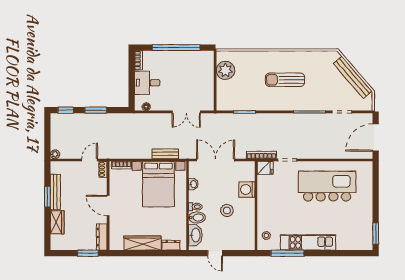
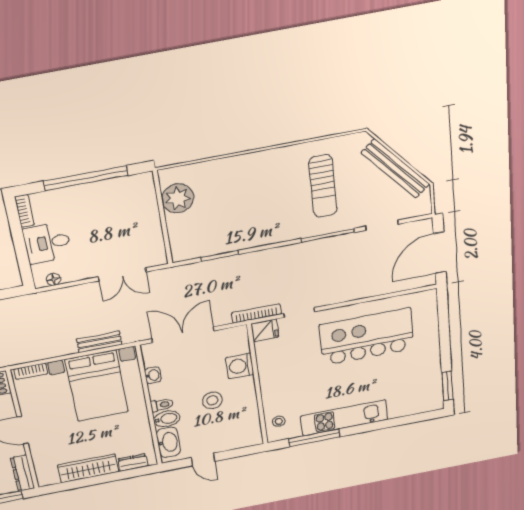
sun lounger: (285, 80) -> (323, 186), moved, turned -90

